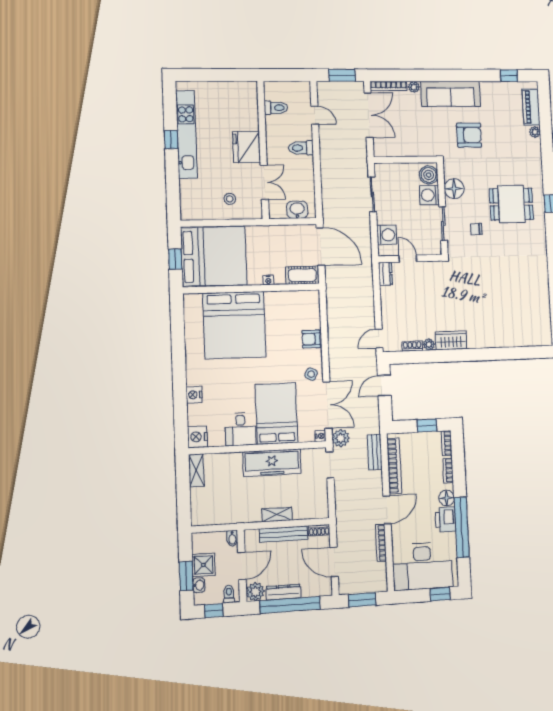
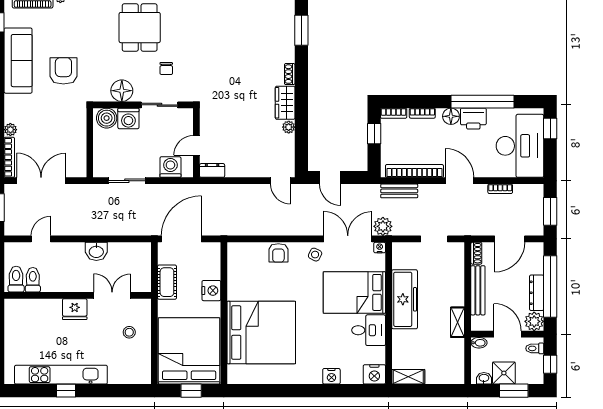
sofa: (451, 94) -> (18, 61), moved
fridge: (246, 147) -> (75, 309), width x0.73, depth x0.75
toilet: (301, 148) -> (16, 279), moved, turned 180
washbasin: (297, 210) -> (96, 251), moved, turned -90
cot: (302, 275) -> (167, 282), moved
nightstand: (268, 280) -> (211, 291), width x1.89, depth x1.79
shoe rack: (412, 346) -> (290, 74), moved
window: (517, 353) -> (301, 30), added
doorway: (330, 465) -> (434, 239), moved
shelving: (277, 514) -> (458, 322), moved
bookcase: (381, 543) -> (500, 189), width x0.64
washbasin: (199, 585) -> (484, 378), moved

